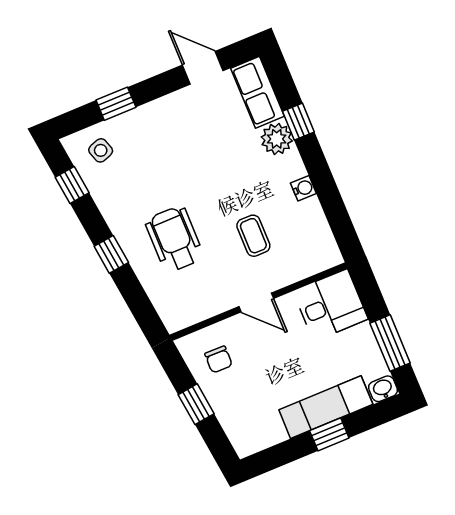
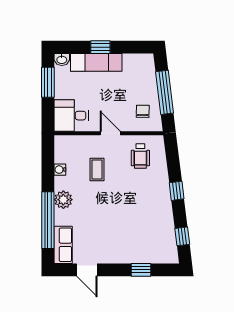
window: (298, 122) -> (48, 220), width x3.17
plant: (277, 139) -> (63, 200), moved
side table: (101, 150) -> (159, 248), removed
water cooler: (303, 188) -> (60, 170), moved
wheelchair: (174, 239) -> (140, 156), moved, width x0.73, depth x0.73
window: (196, 404) -> (165, 92), width x2.17

